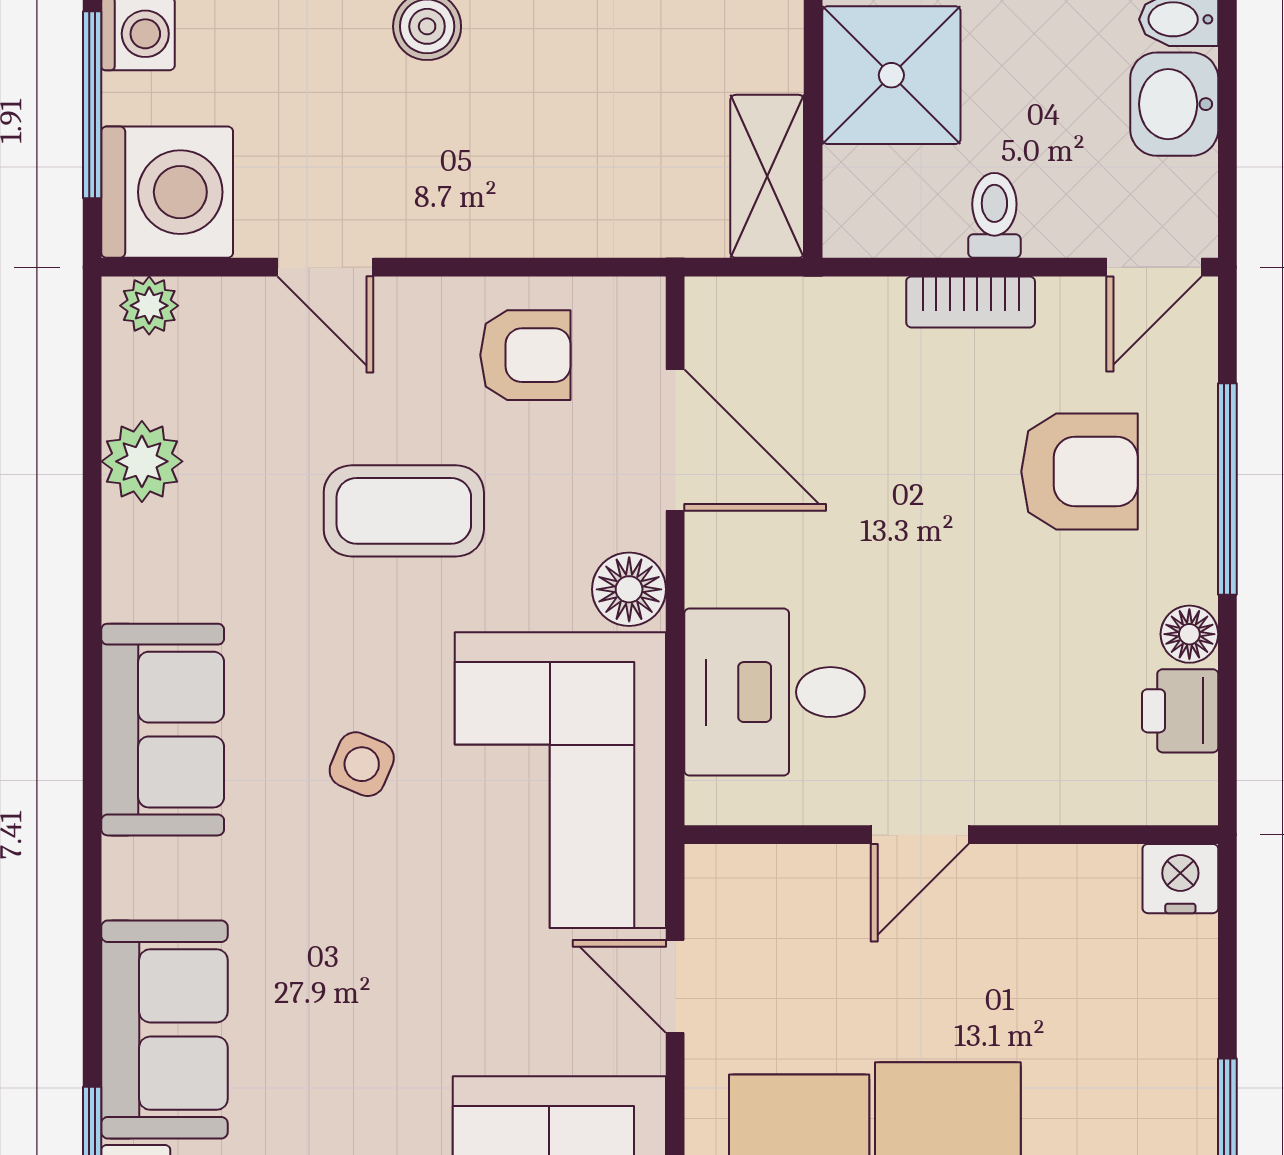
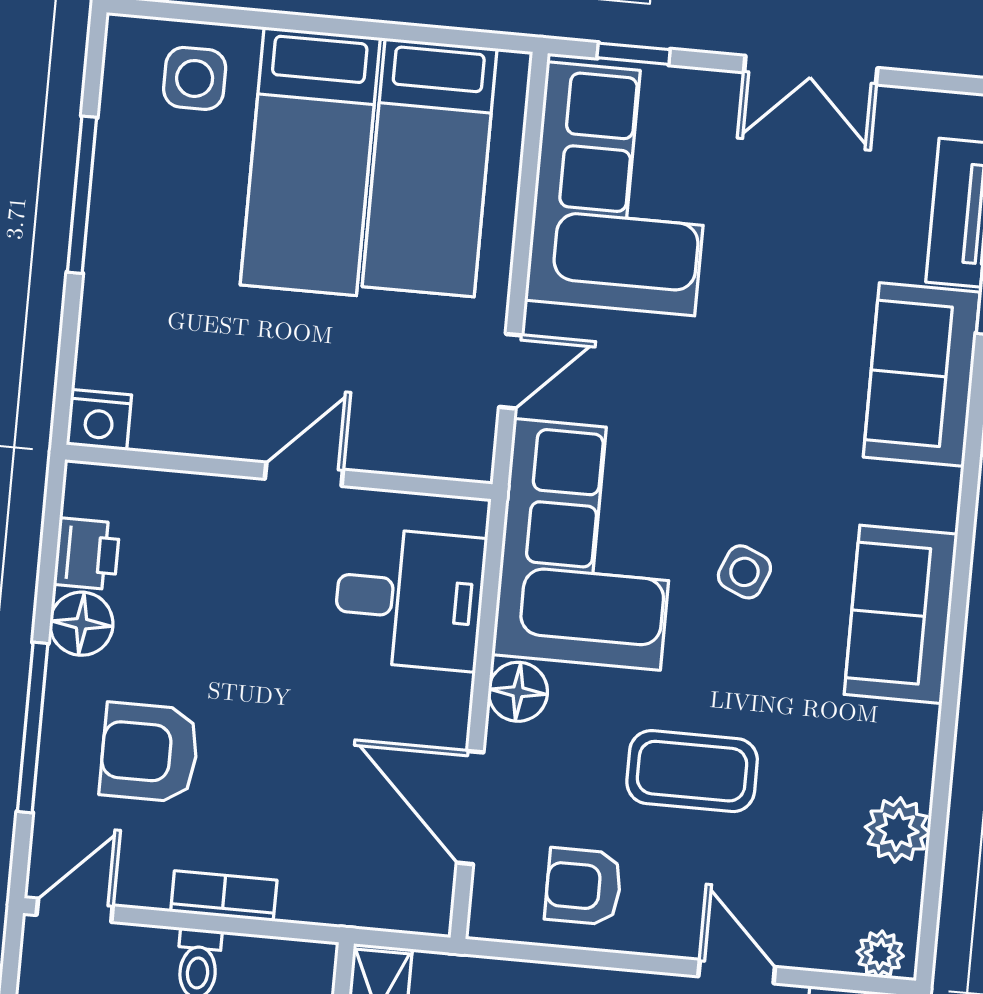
floor lamp: (1189, 634) -> (81, 624), width x1.37, depth x1.37
door: (675, 986) -> (511, 371), hinge flipped

